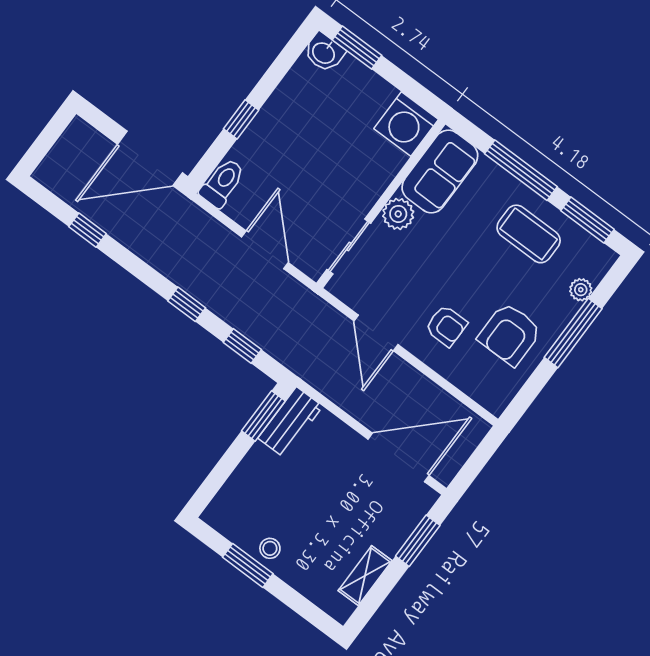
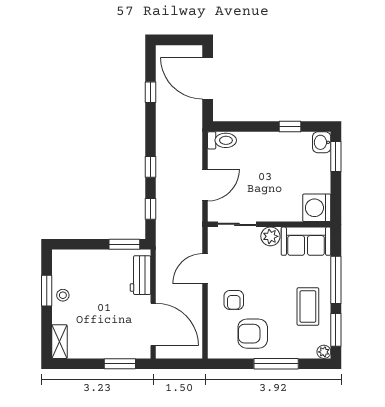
window: (241, 119) -> (290, 126), moved
door: (150, 158) -> (208, 78), moved
plant: (581, 290) -> (324, 352), moved
workbench: (290, 422) -> (140, 275), moved, turned 90
shelving: (365, 576) -> (59, 342), moved, turned 90

